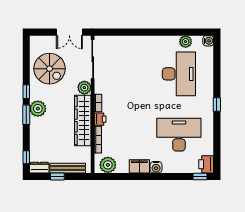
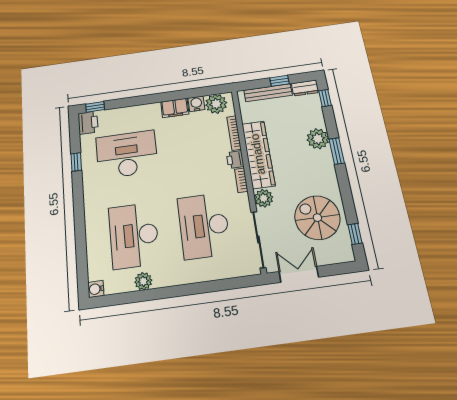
plant: (186, 42) -> (143, 281), moved
desk: (129, 74) -> (204, 226), added
window: (26, 92) -> (355, 234), moved
window: (217, 104) -> (76, 162), moved
plant: (38, 109) -> (318, 139), moved
desk: (179, 135) -> (127, 154), turned 180
water cooler: (156, 167) -> (196, 104), moved

